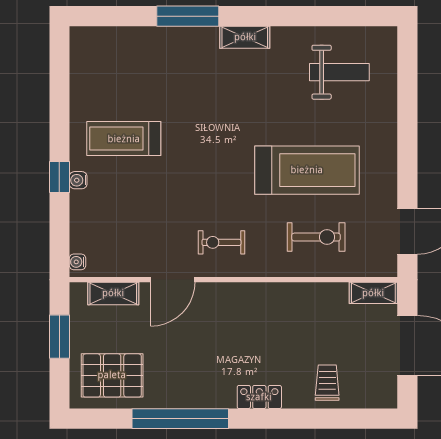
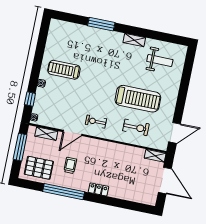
shelving: (245, 37) -> (134, 40), moved
window: (59, 177) -> (30, 99), moved
window: (59, 337) -> (20, 147), width x1.44
trolley: (327, 383) -> (70, 165), moved

